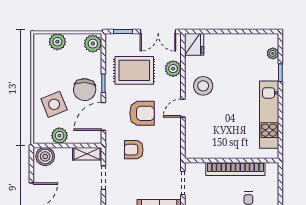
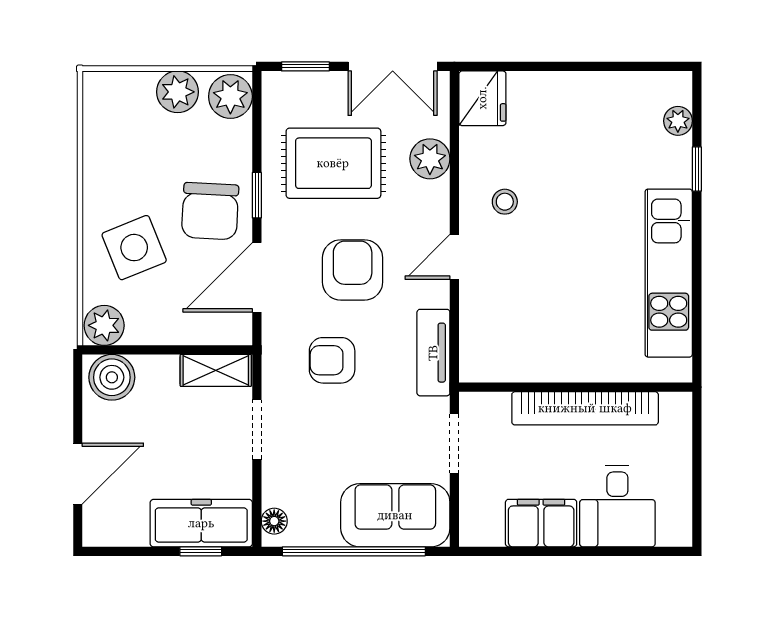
plant: (57, 42) -> (178, 92), moved
stool: (203, 86) -> (505, 202), width x0.53, depth x0.53
armchair: (142, 113) -> (353, 270), turned -90
plant: (59, 136) -> (104, 325), moved
tv unit: (174, 147) -> (433, 353), added

